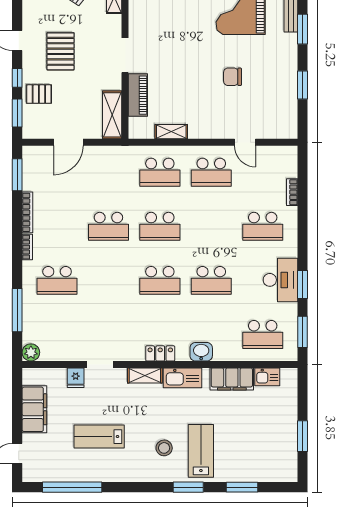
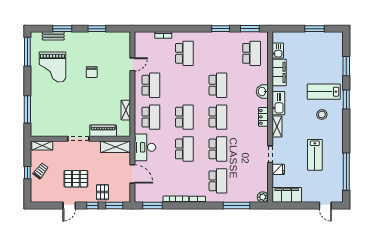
school desk: (108, 280) -> (218, 149), added
desk: (280, 280) -> (145, 147), moved, turned -90
filing cabinet: (34, 409) -> (287, 195), moved

